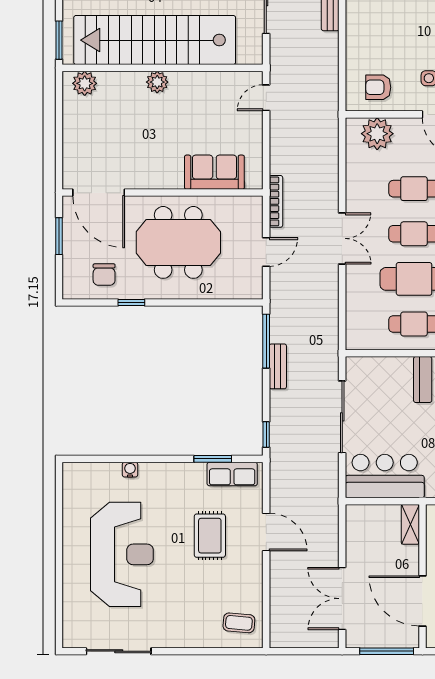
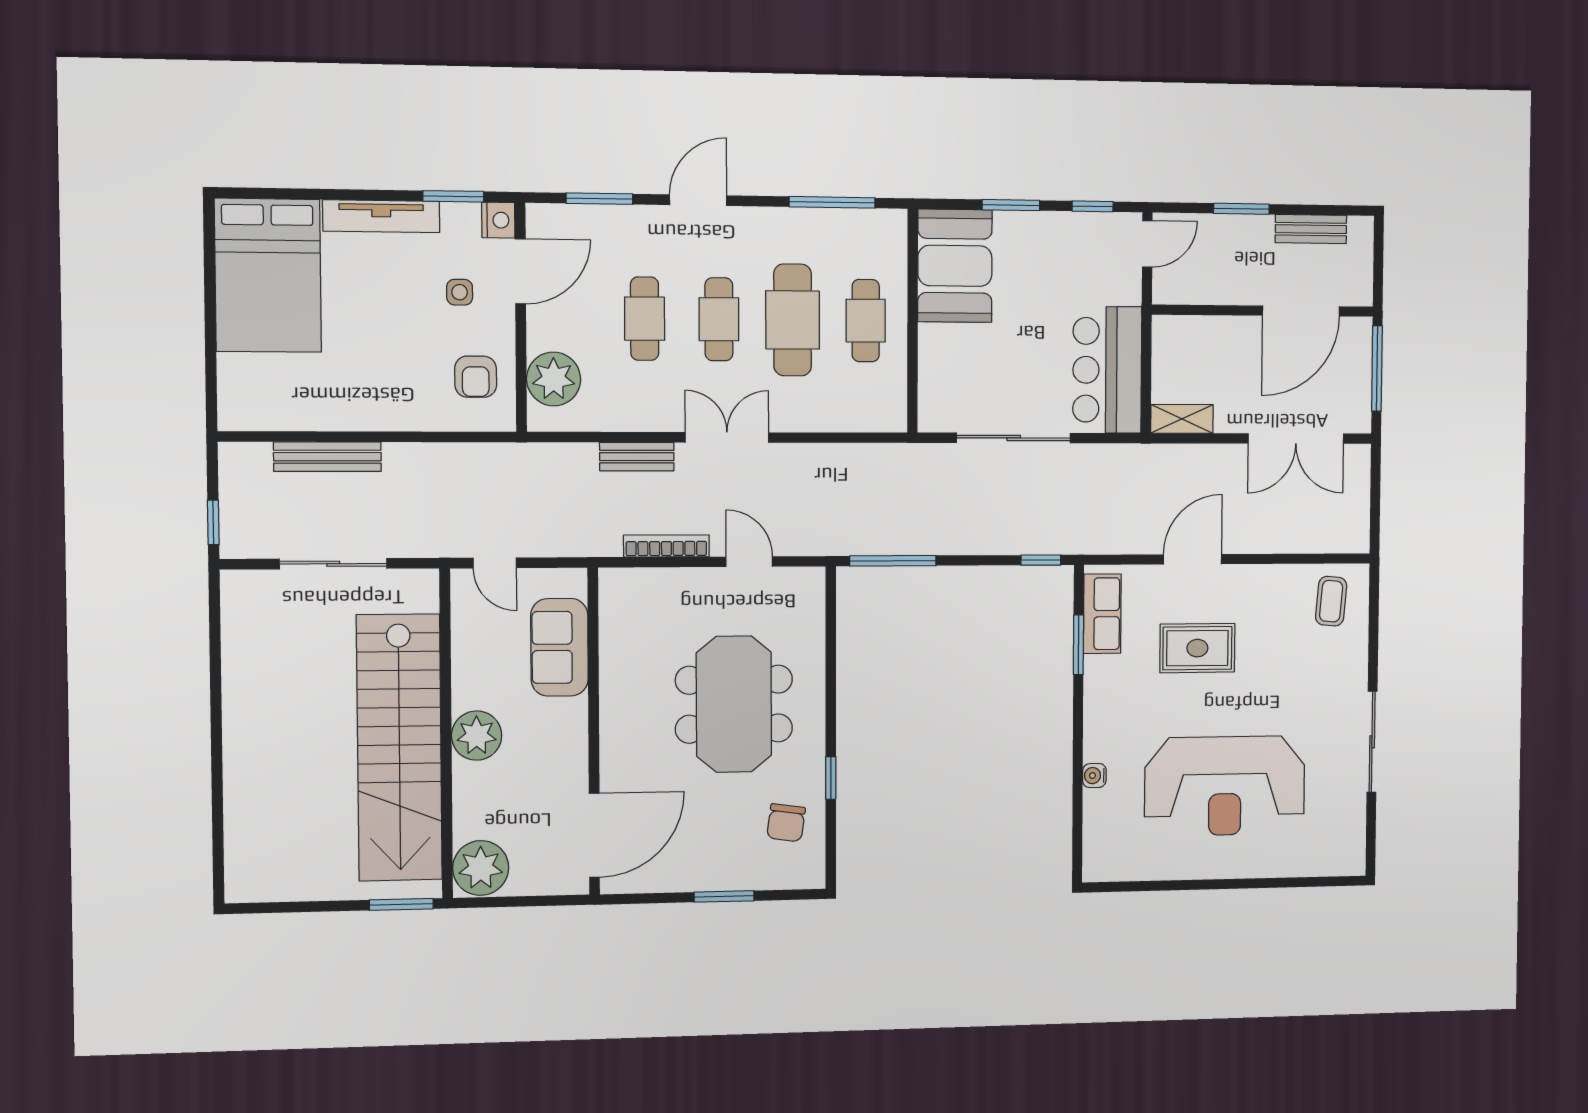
plant: (157, 82) -> (477, 736), width x1.36, depth x1.36
plant: (85, 83) -> (481, 868), width x1.36, depth x1.36
sofa: (214, 172) -> (560, 647), moved
door: (99, 193) -> (594, 835), moved
wall: (163, 193) -> (594, 732), moved
chair: (104, 275) -> (786, 823), turned 98
bench: (278, 366) -> (637, 457), moved
shelving: (410, 524) -> (1182, 419), moved
reception desk: (122, 554) -> (1225, 786), turned 180
sliding door: (119, 651) -> (1372, 742), moved

